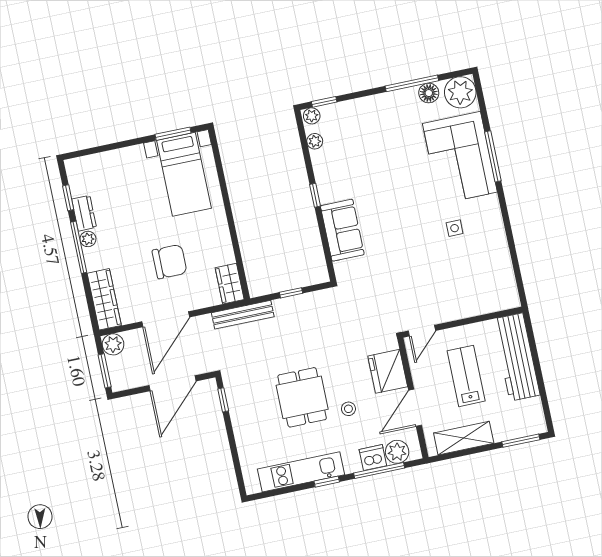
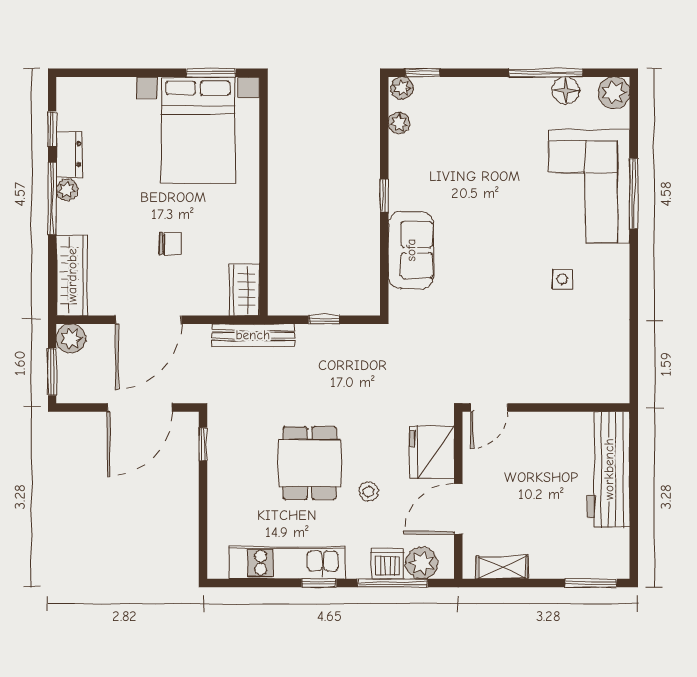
plant: (460, 92) -> (614, 93), width x0.73, depth x0.73
bed with nightstands: (184, 174) -> (198, 130), width x1.36
chair: (170, 262) -> (170, 243), width x0.54, depth x0.54
lab bench: (466, 376) -> (536, 481), removed
shelving: (464, 438) -> (502, 567), width x0.67, depth x0.75

